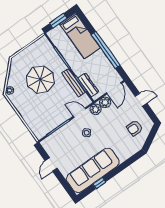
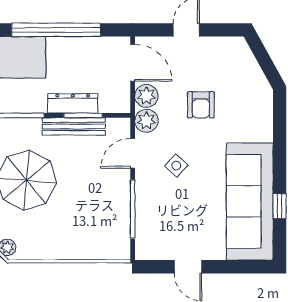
dresser: (88, 85) -> (73, 103), moved
armchair: (135, 128) -> (201, 105), moved

